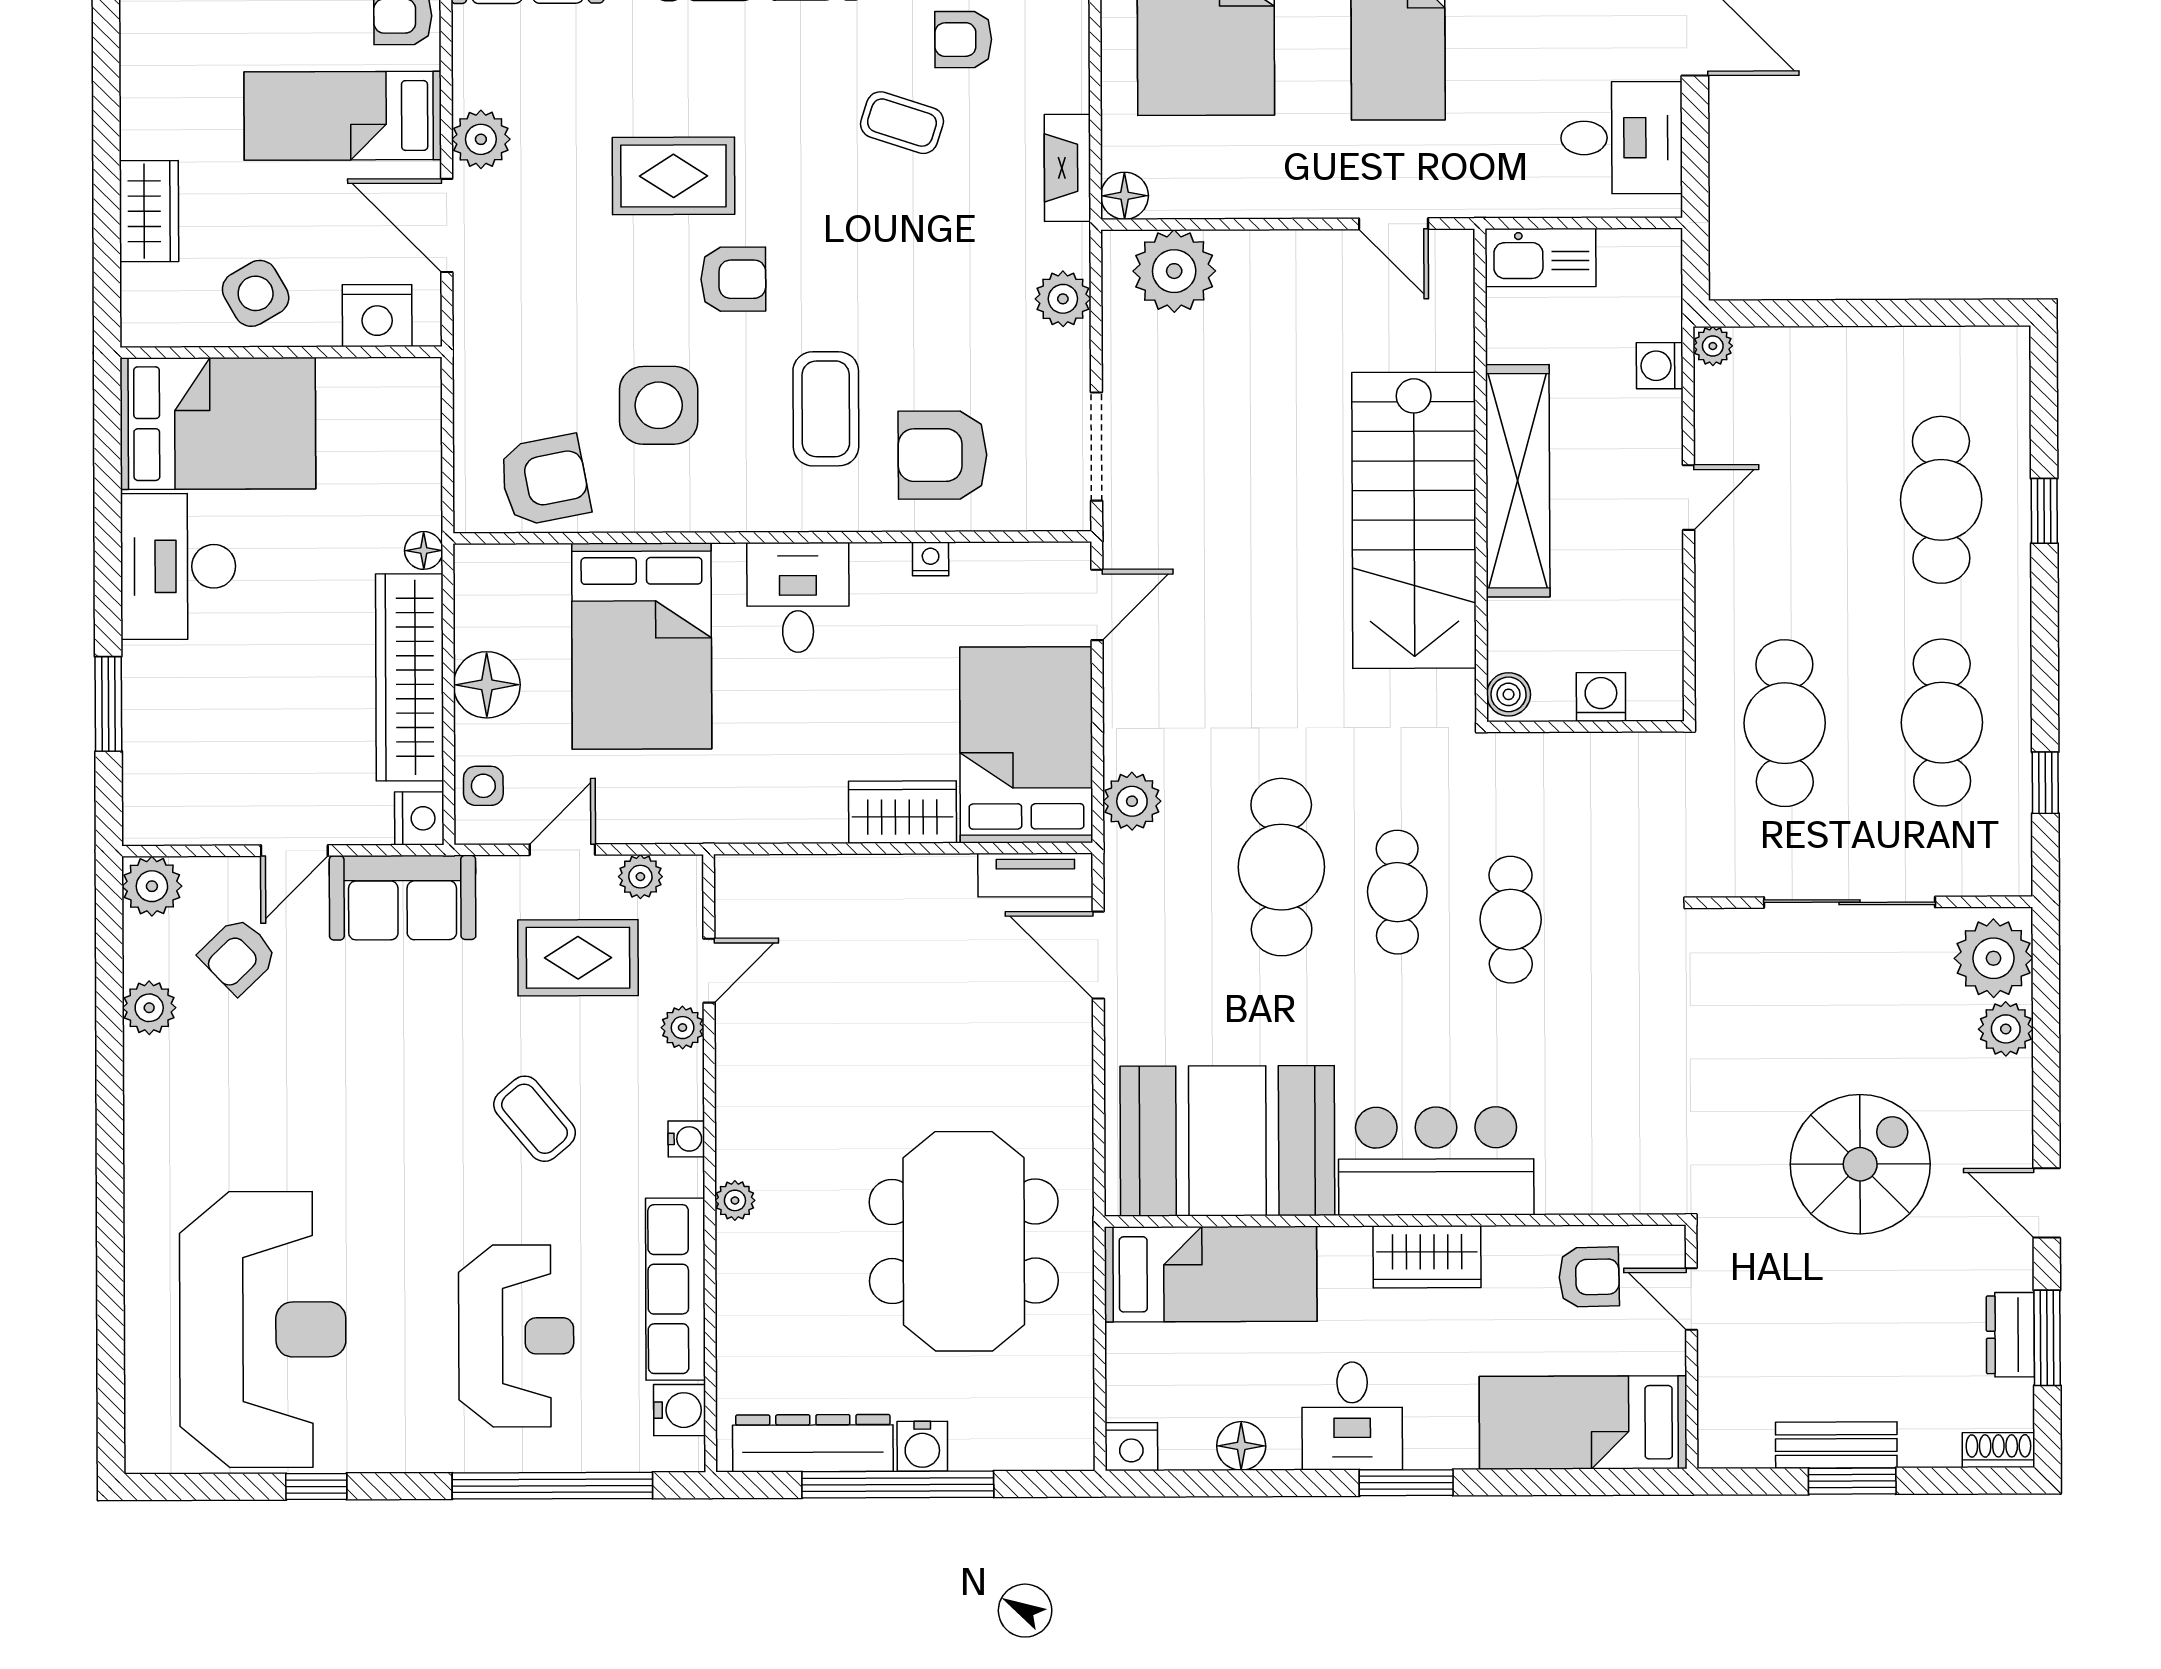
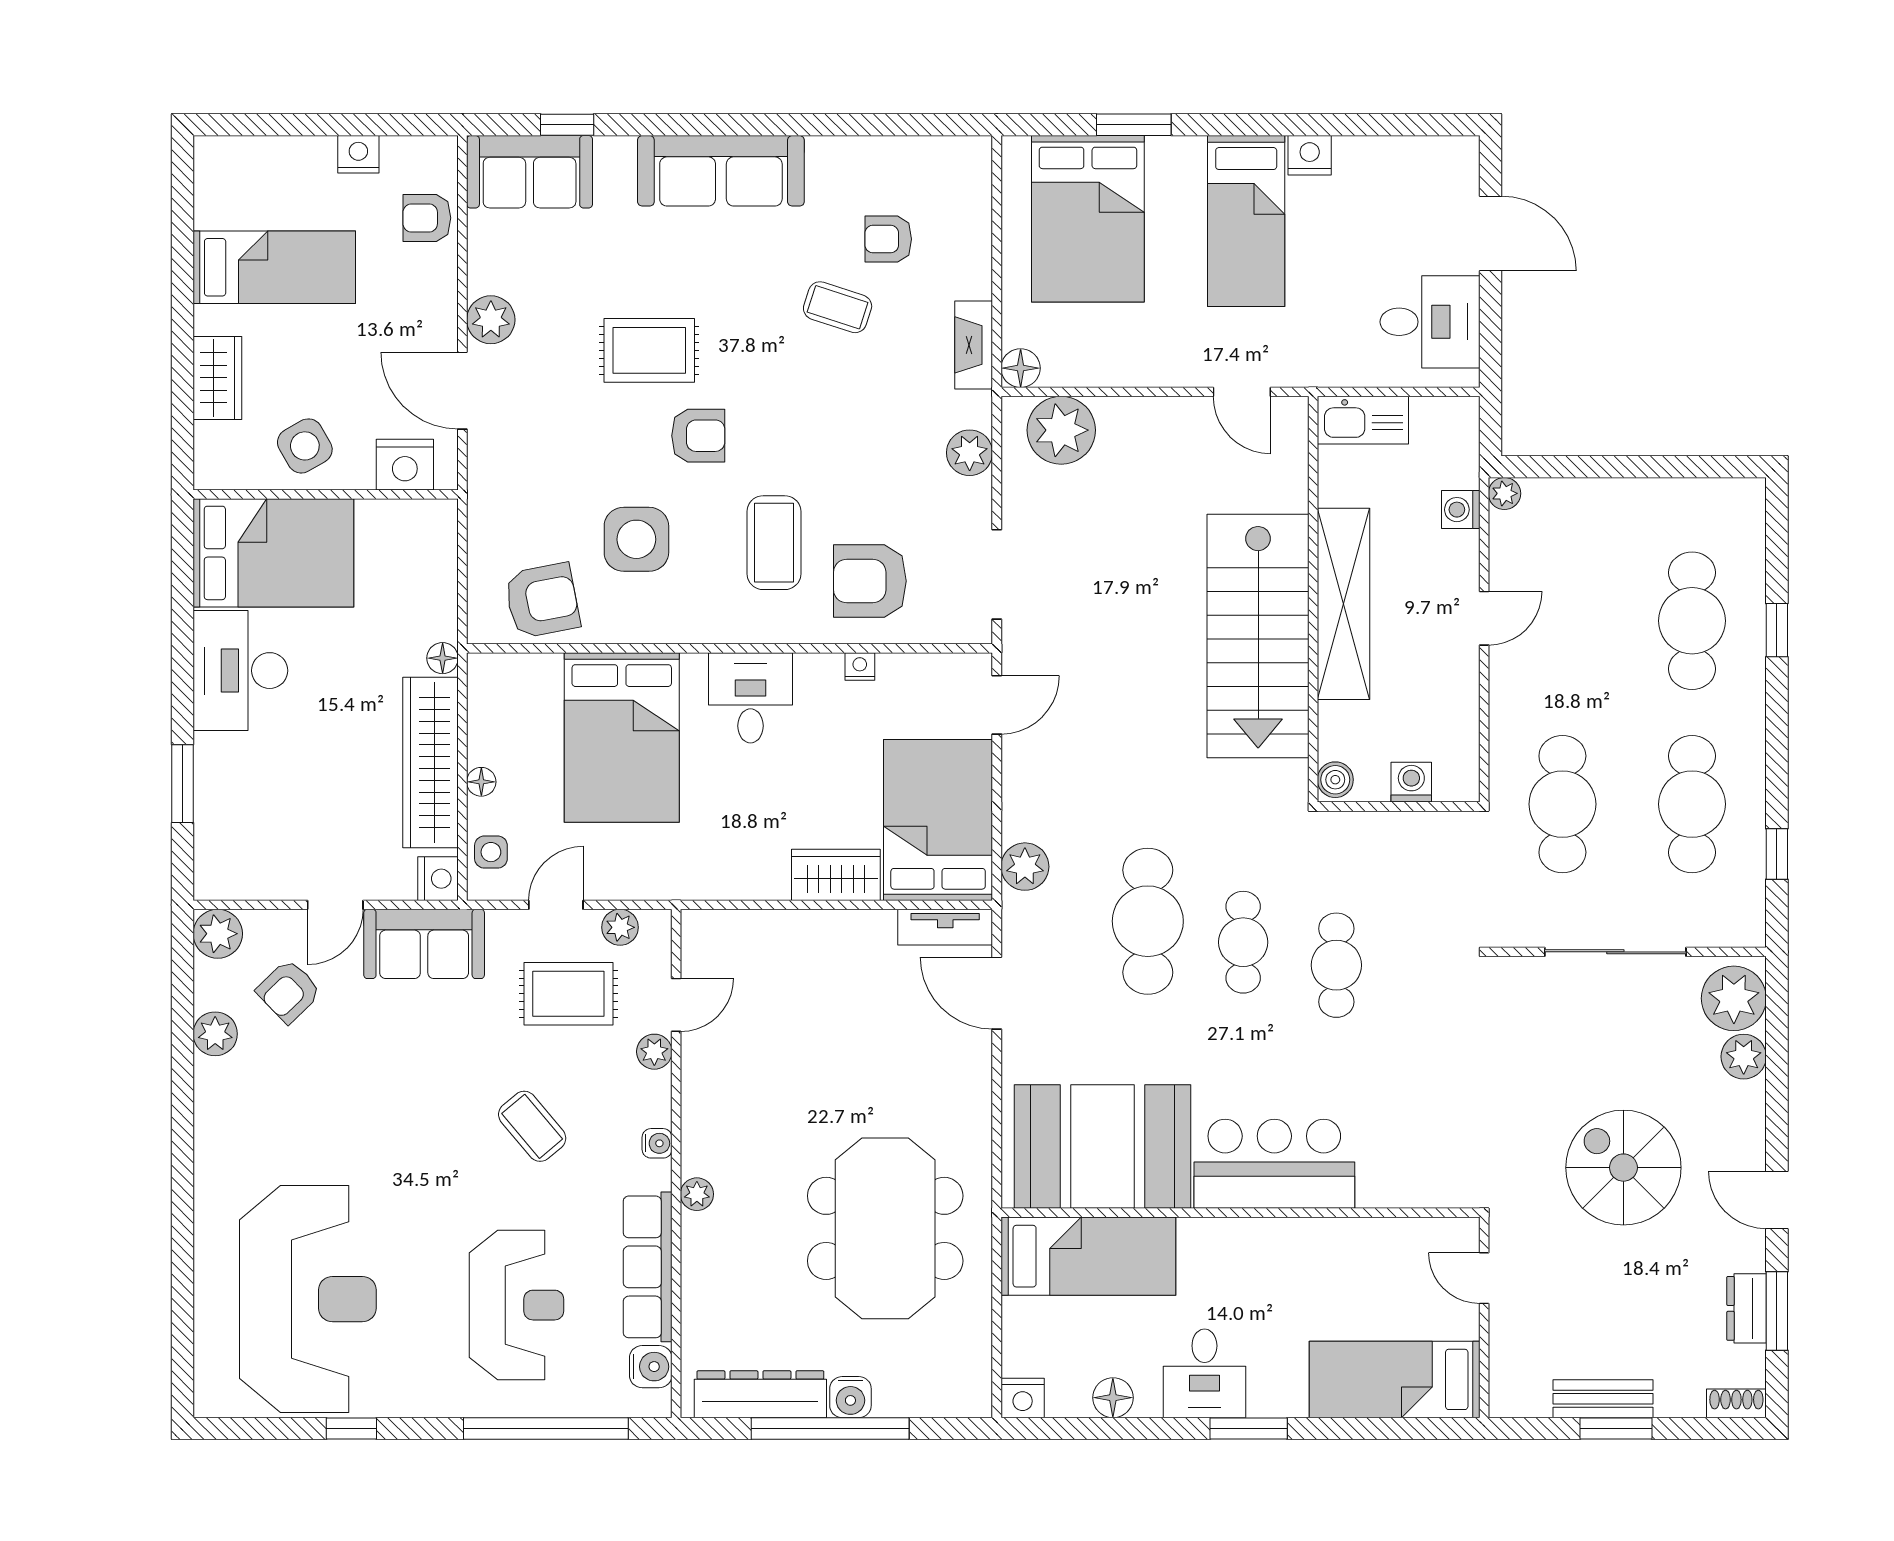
bed: (343, 116) -> (274, 267), moved, turned 180
floor lamp: (487, 685) -> (481, 782), width x0.53, depth x0.53
spiral stairs: (1860, 1164) -> (1623, 1168), turned -90
wardrobe: (1427, 1257) -> (1267, 1243), removed
armchair: (1589, 1277) -> (1400, 1260), removed

